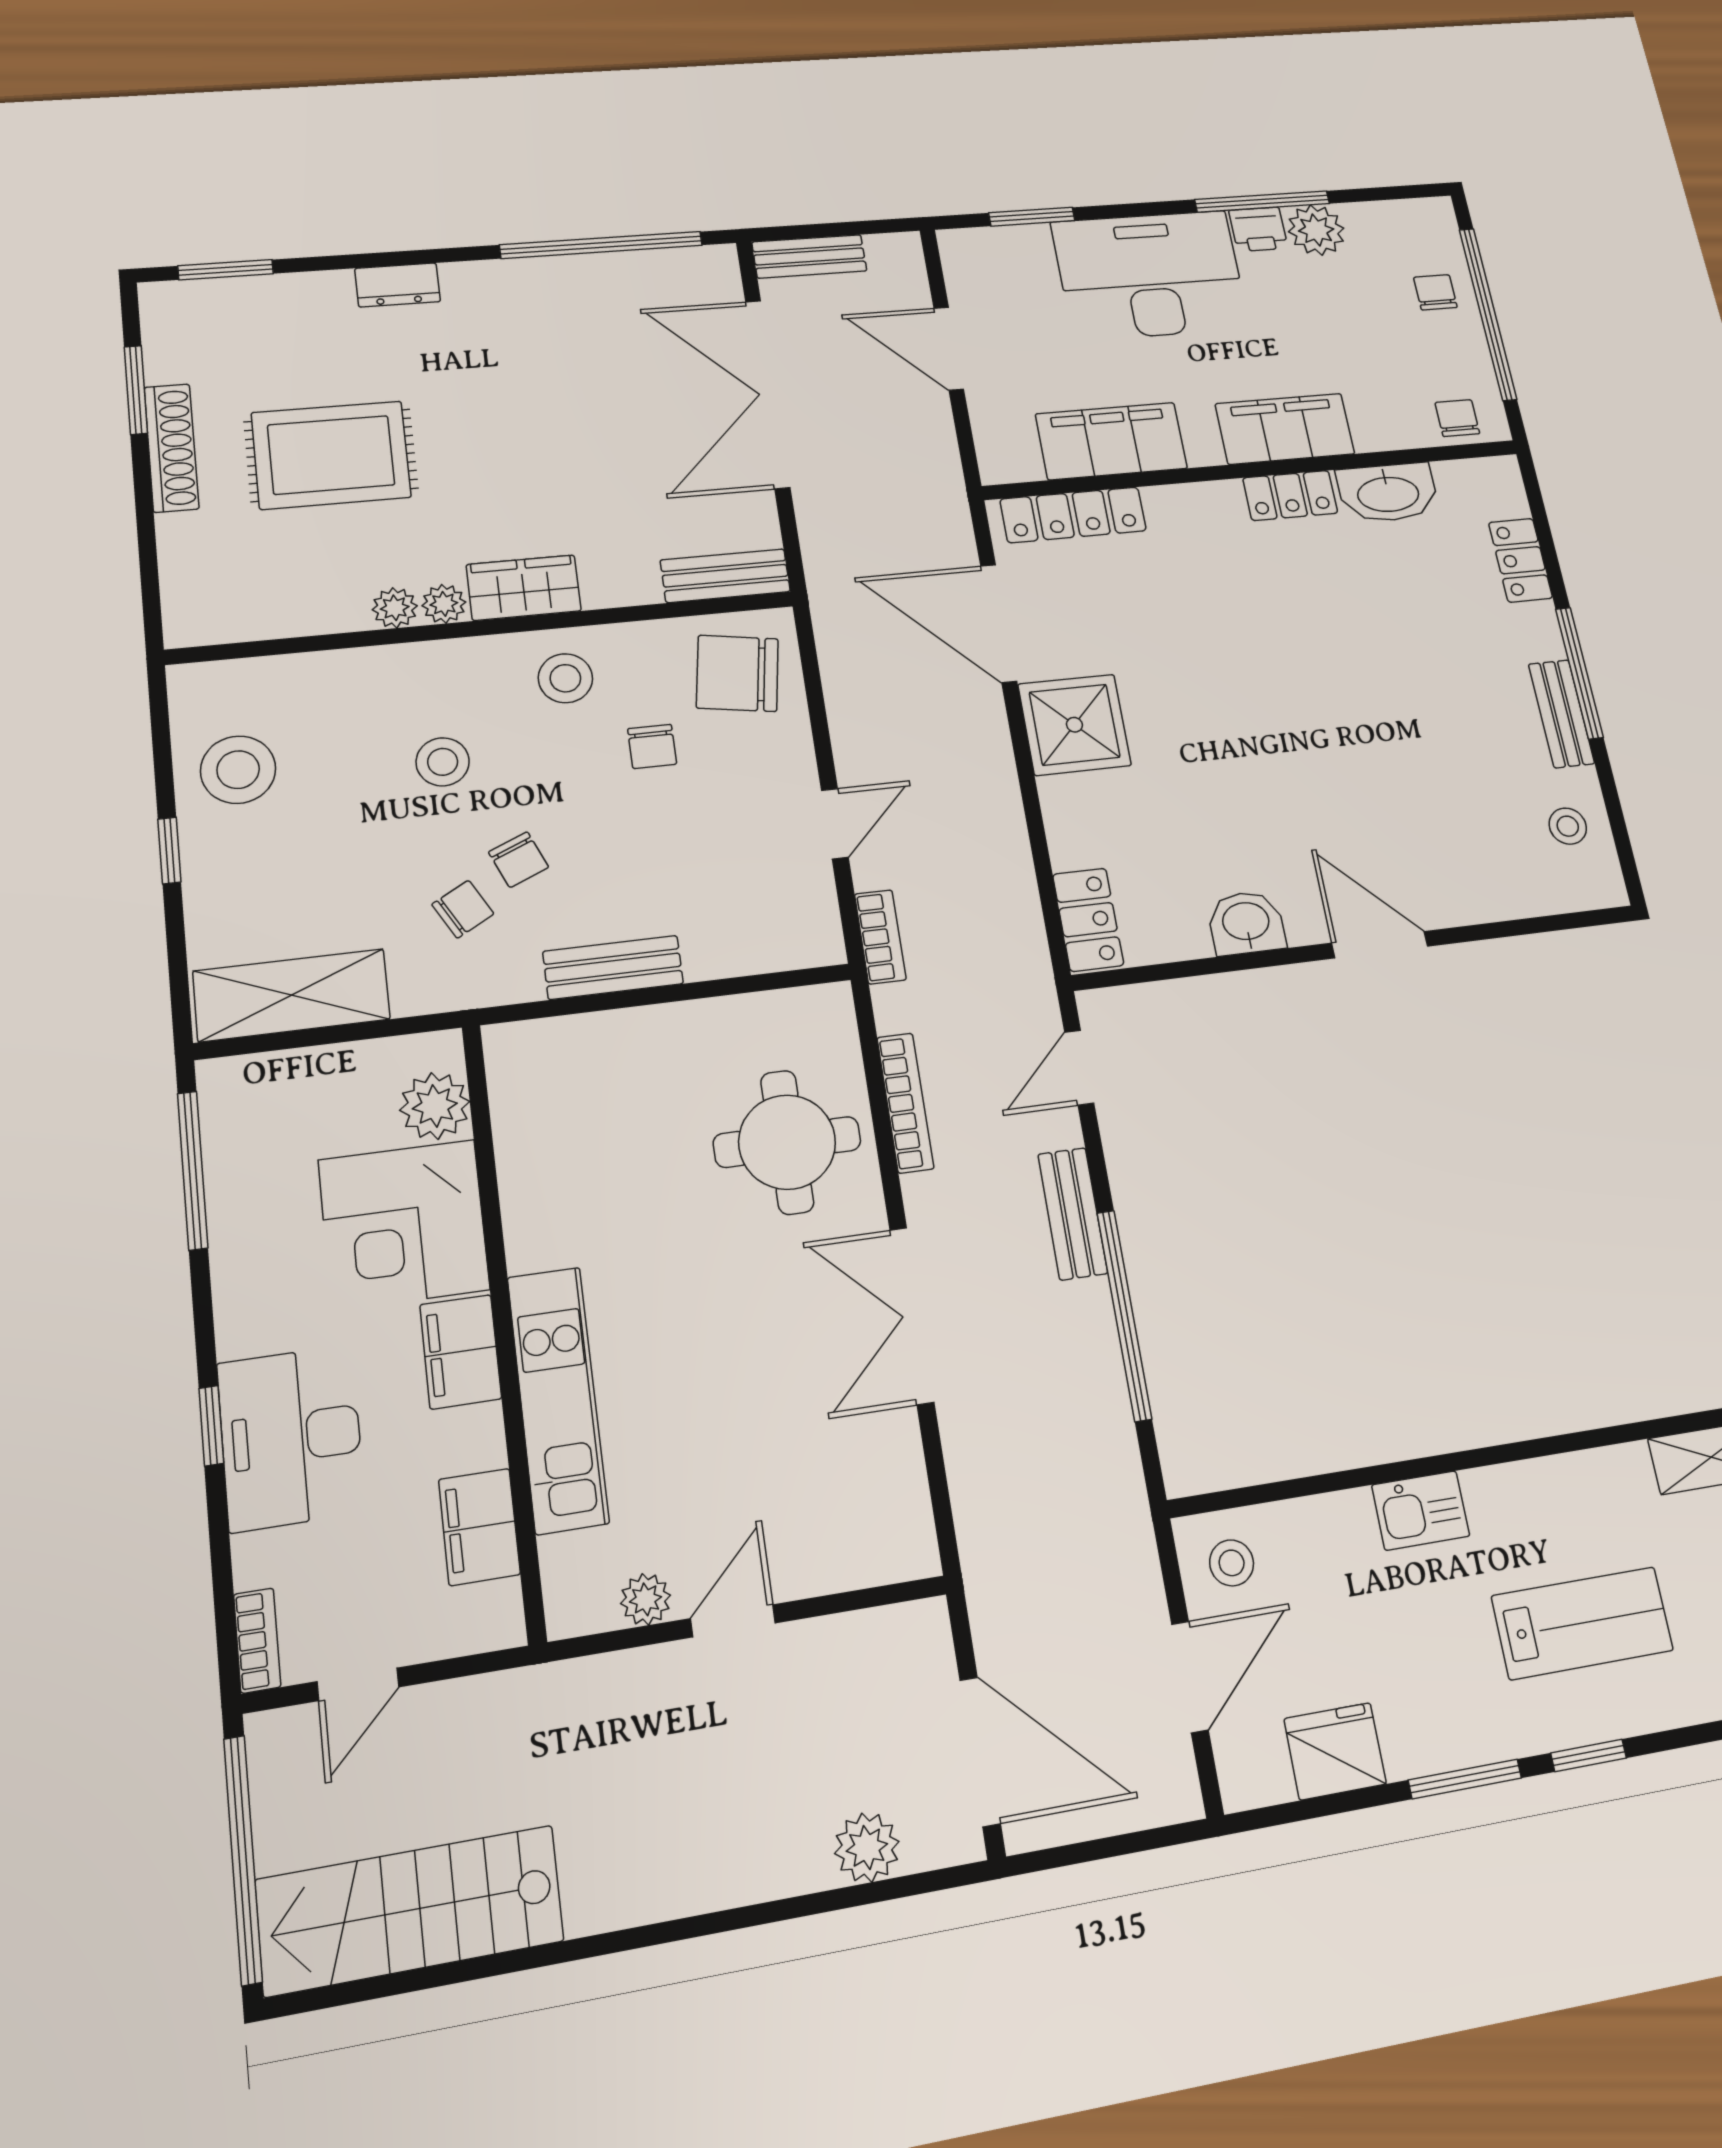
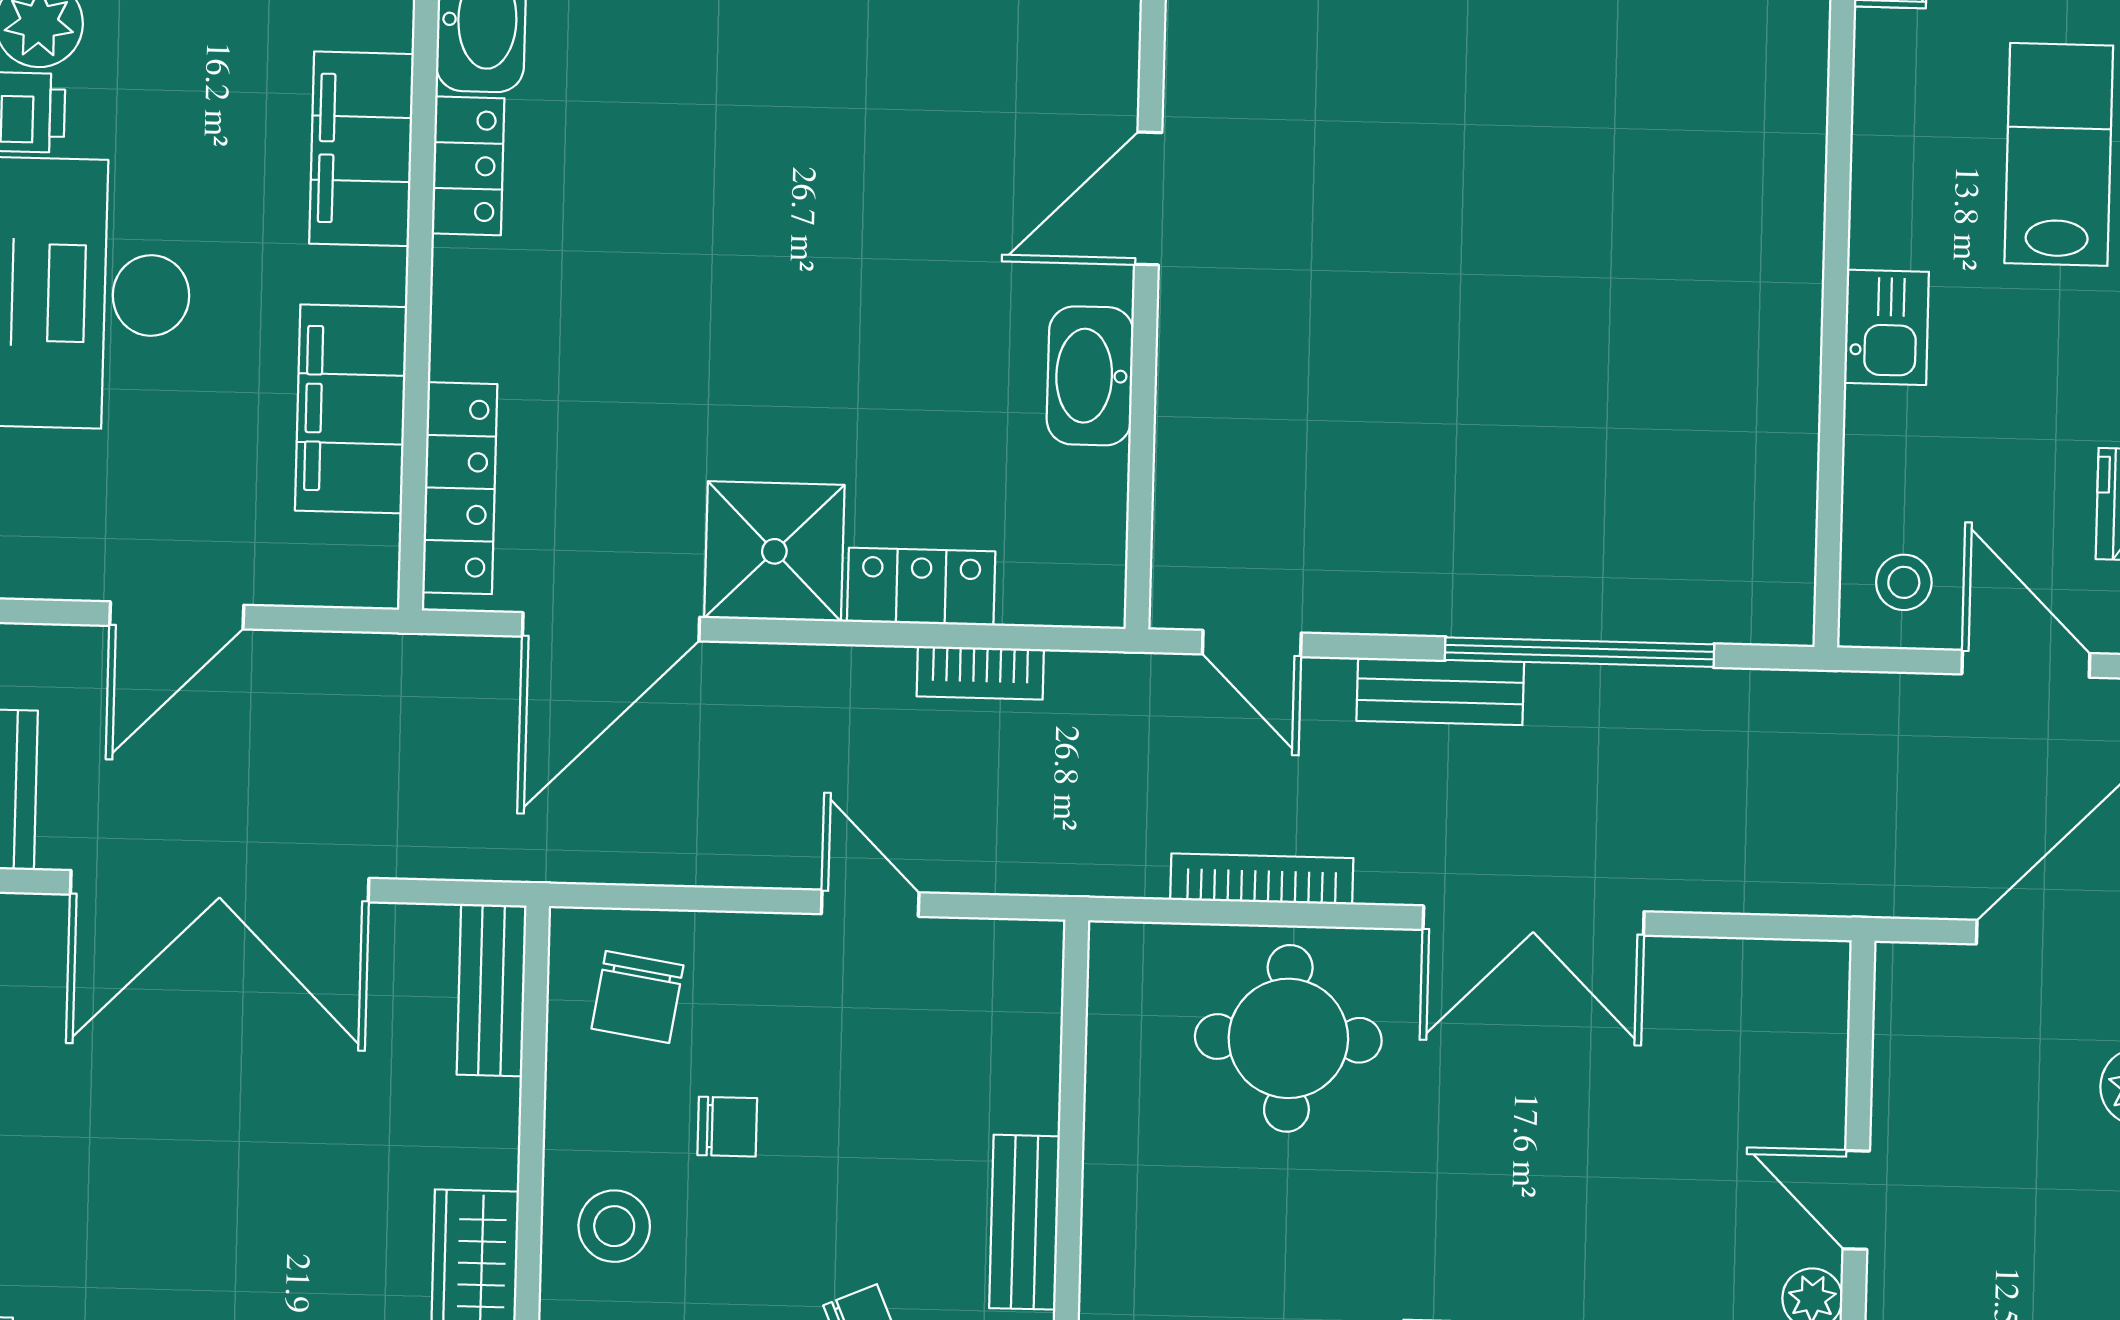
chair: (737, 673) -> (637, 997), width x0.73, depth x0.73
locker: (1088, 920) -> (921, 587), moved
washbasin: (1246, 923) -> (1090, 376), width x1.38
bookcase: (880, 937) -> (980, 673), moved, turned 180

